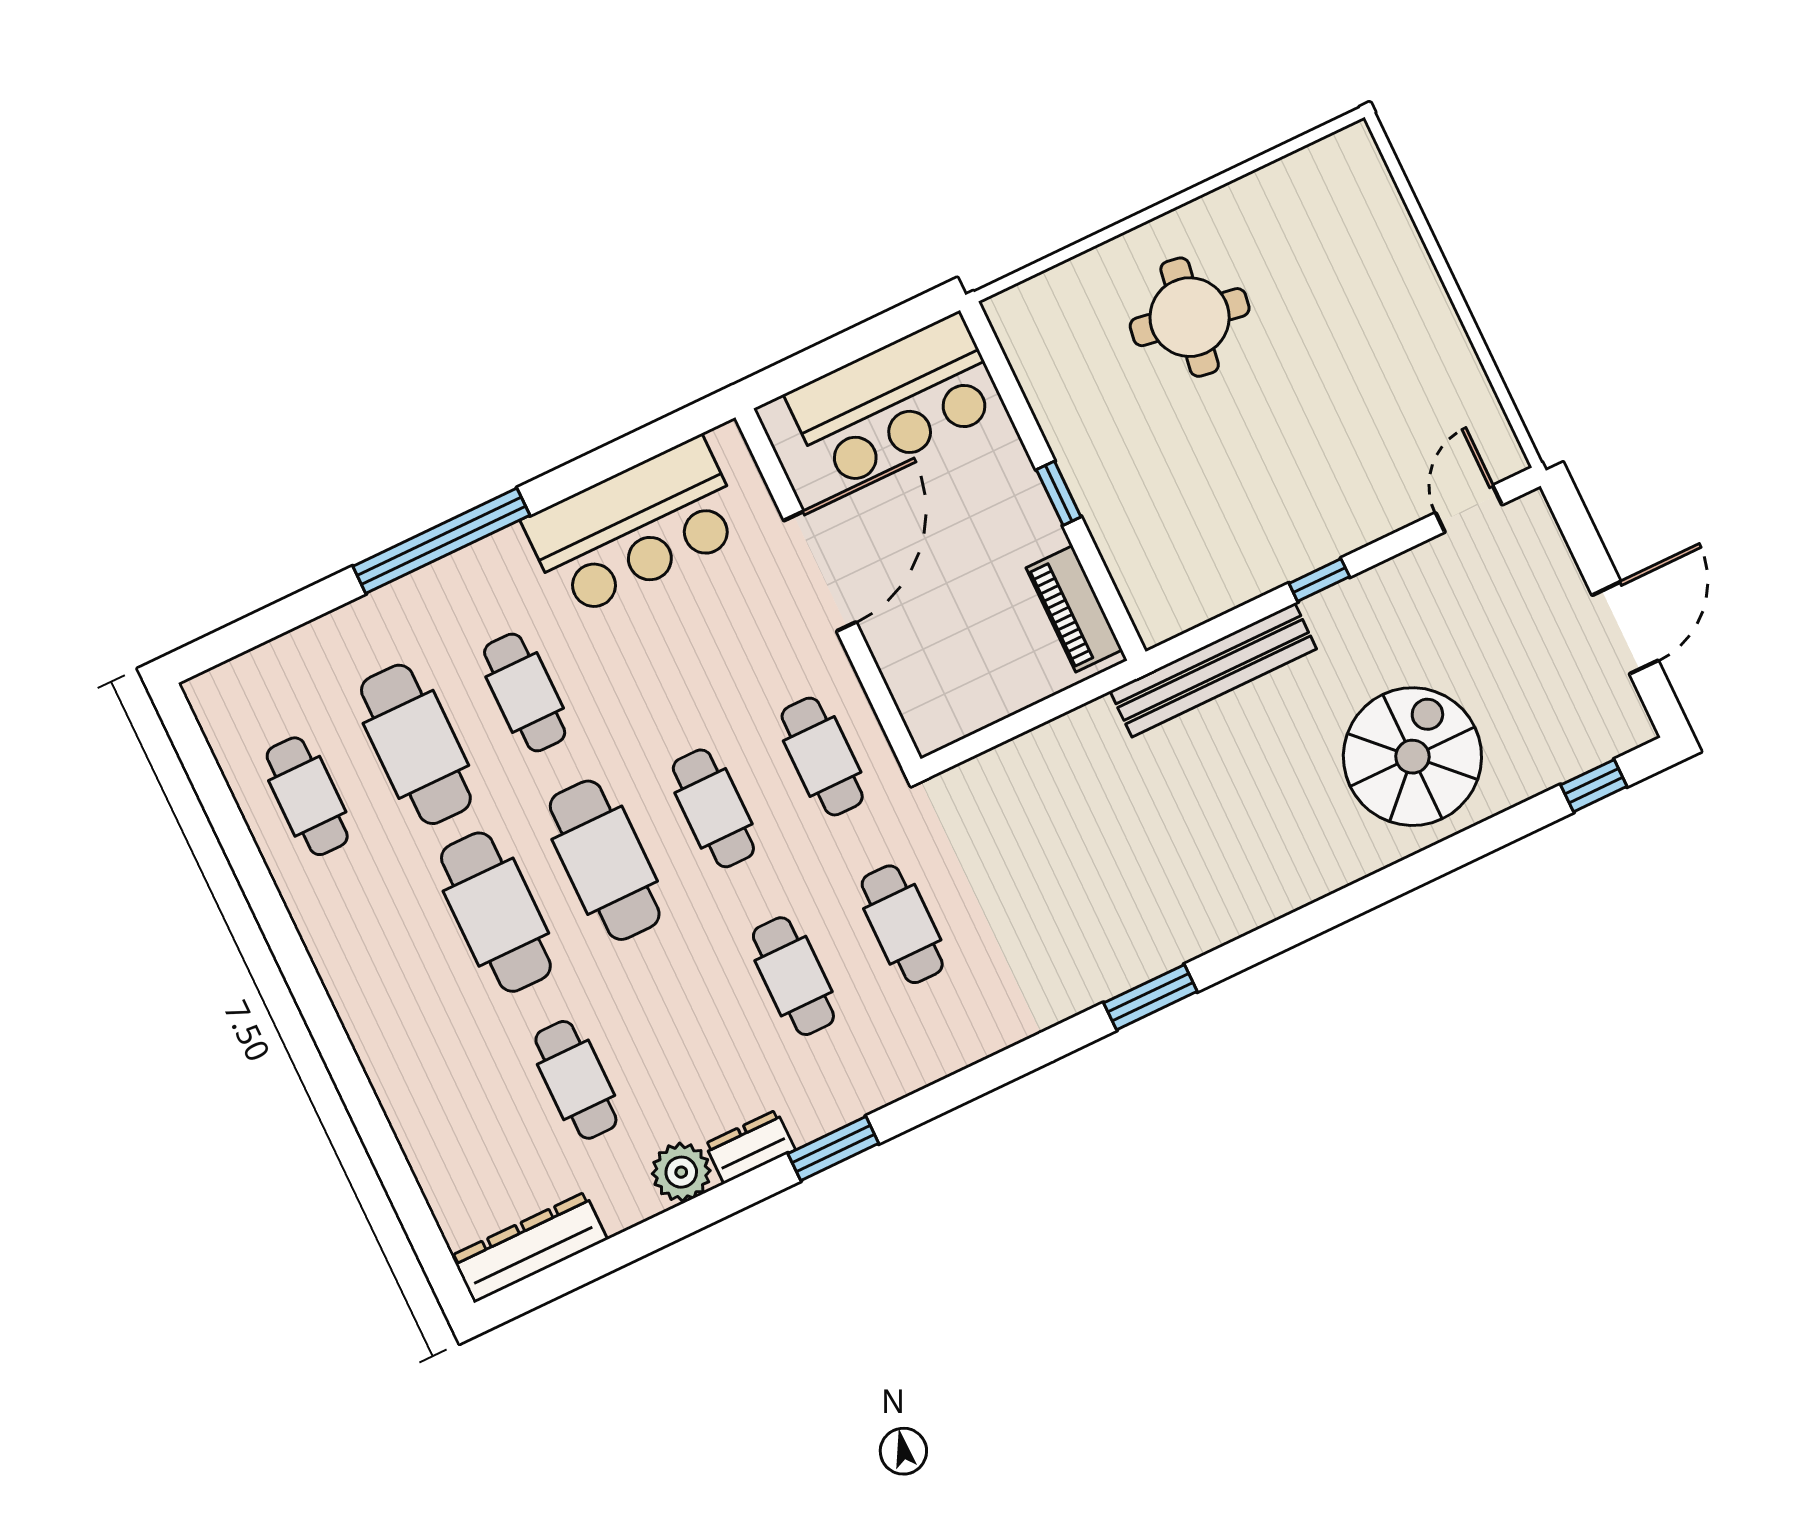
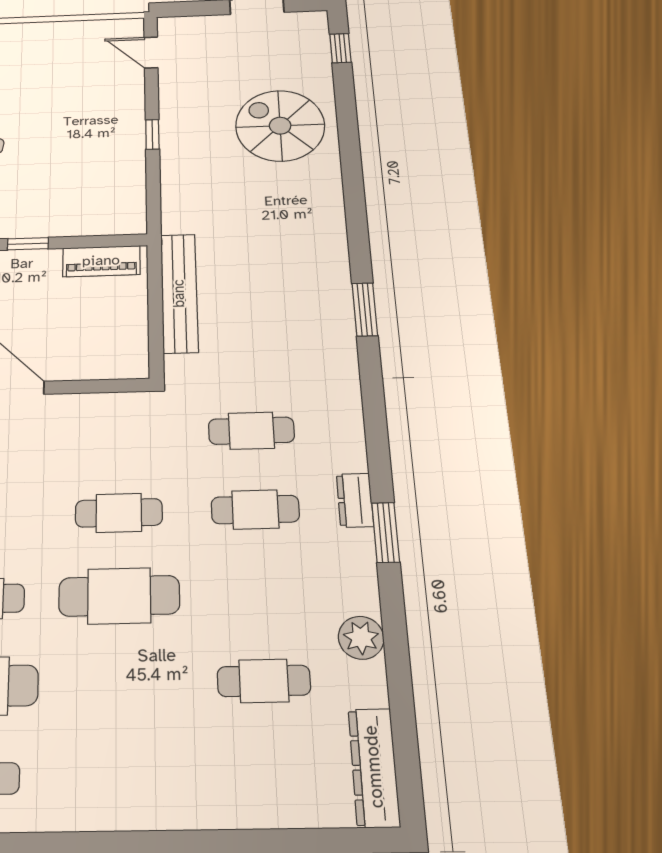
bench: (1213, 670) -> (179, 293), moved
cafe table: (822, 757) -> (119, 434), removed
cafe table: (496, 912) -> (119, 684), removed
dresser: (750, 1147) -> (355, 500), moved

